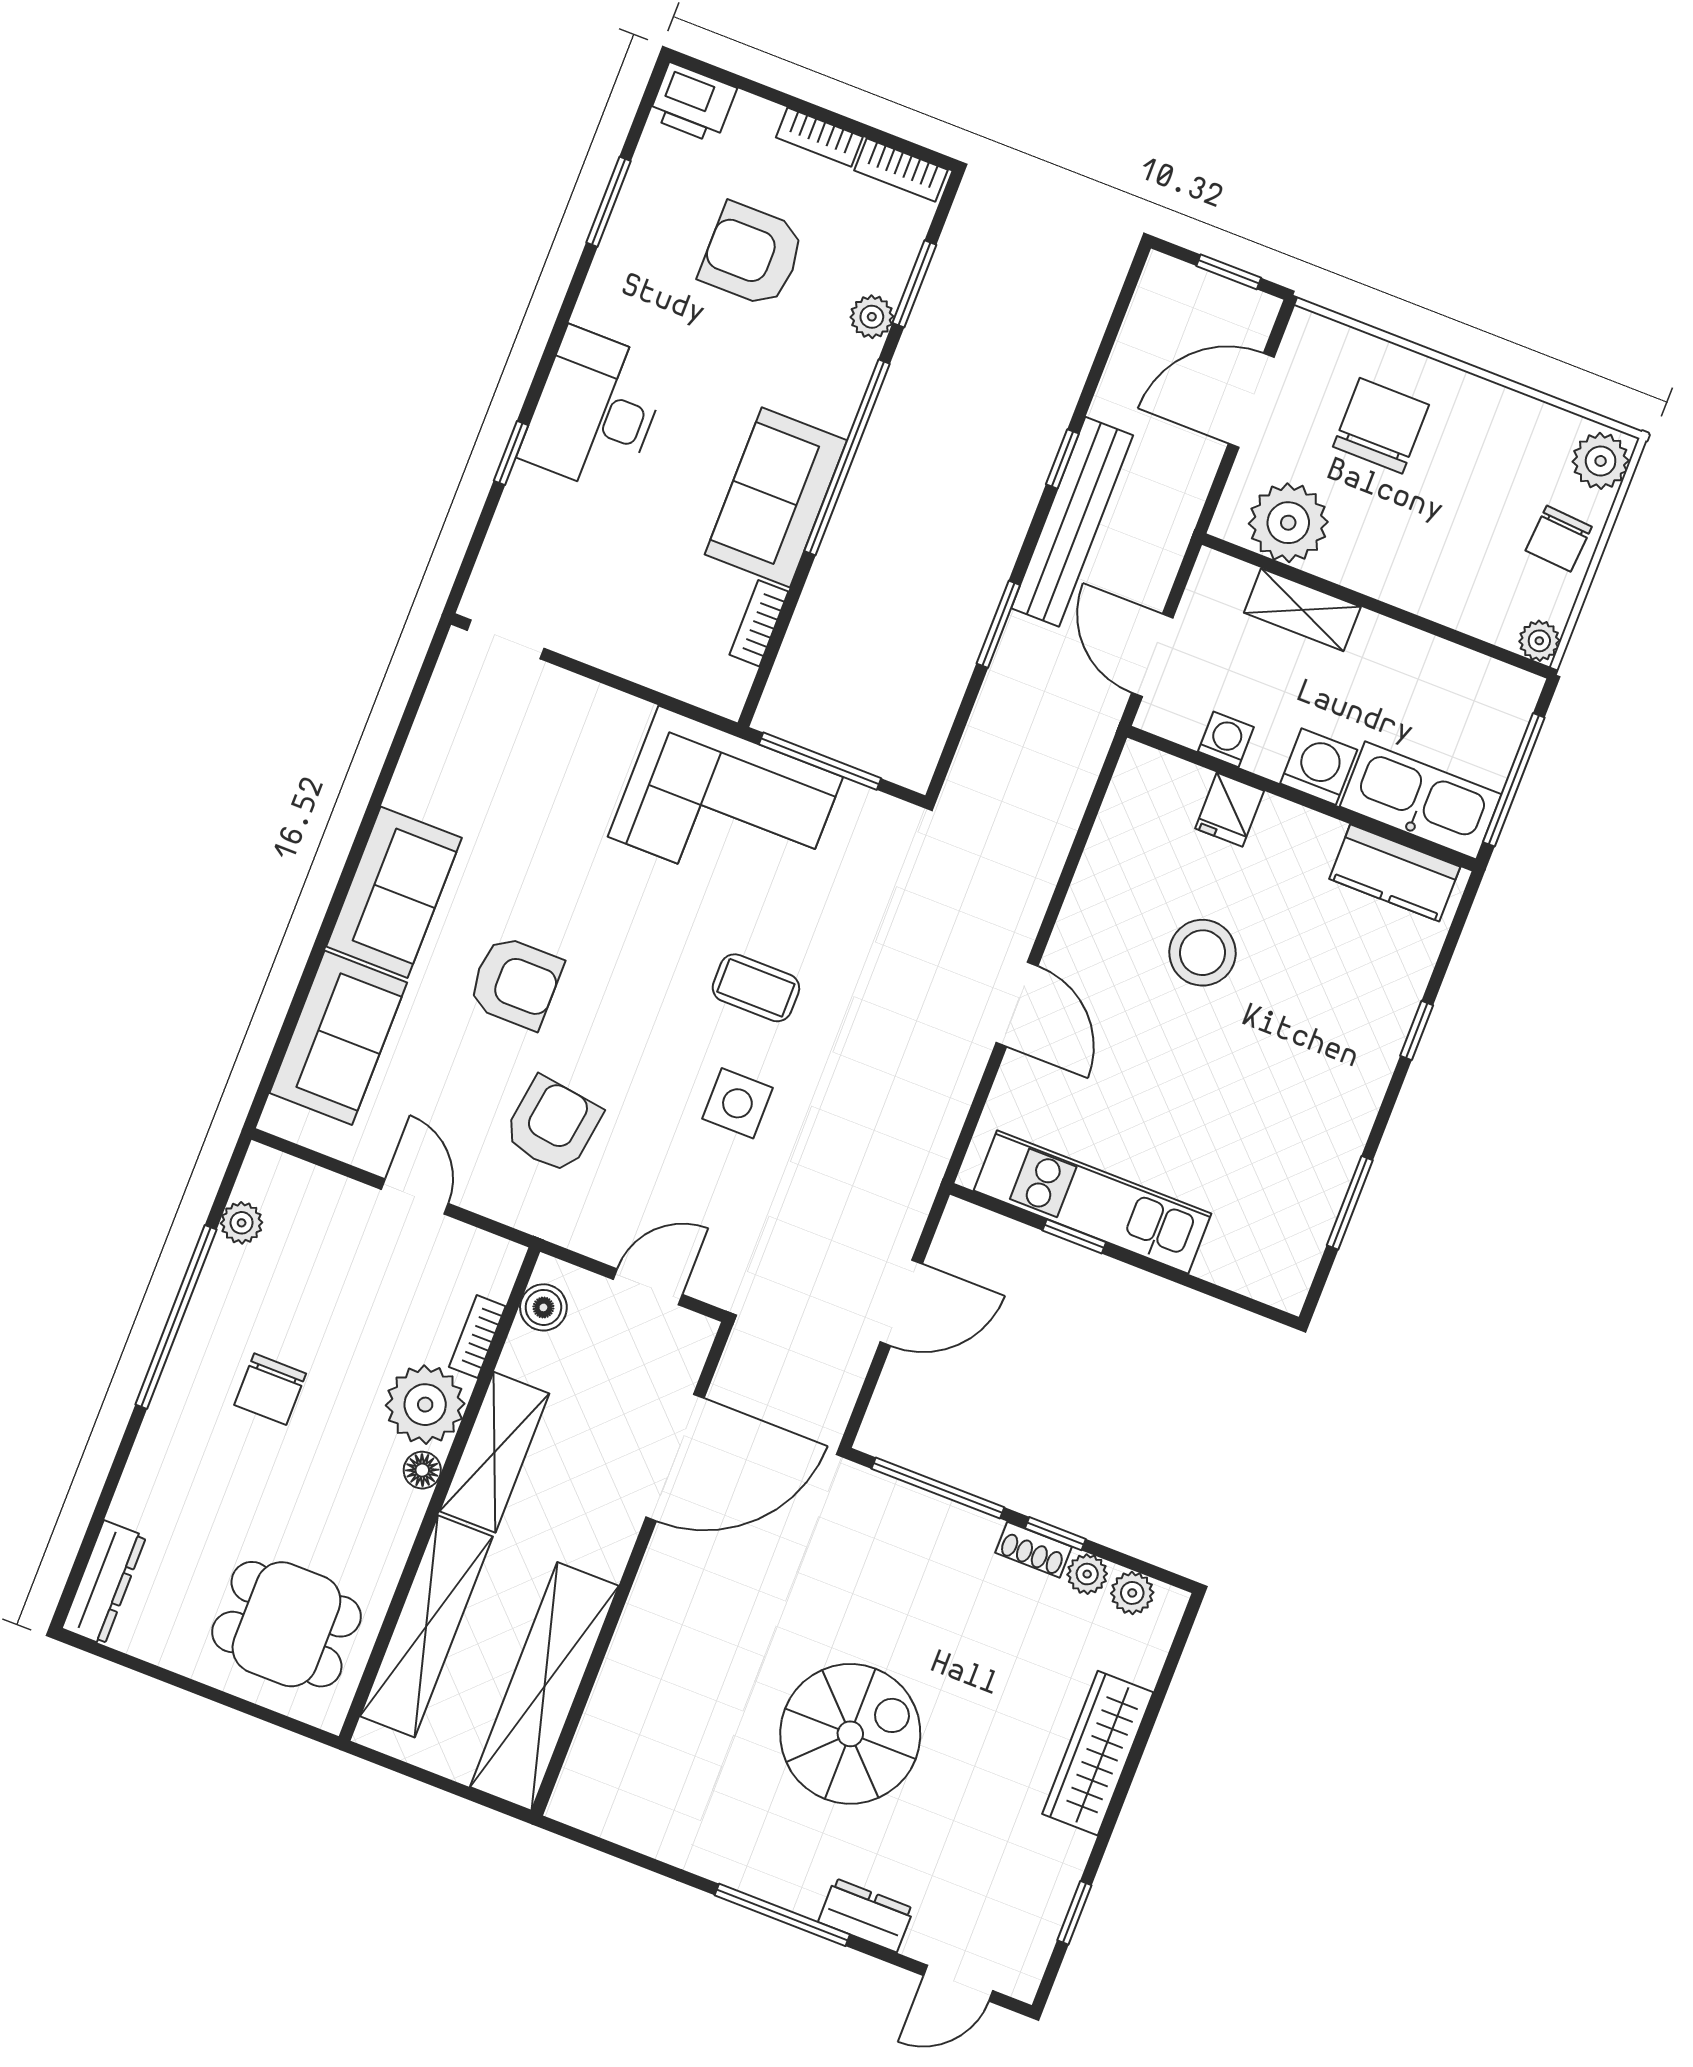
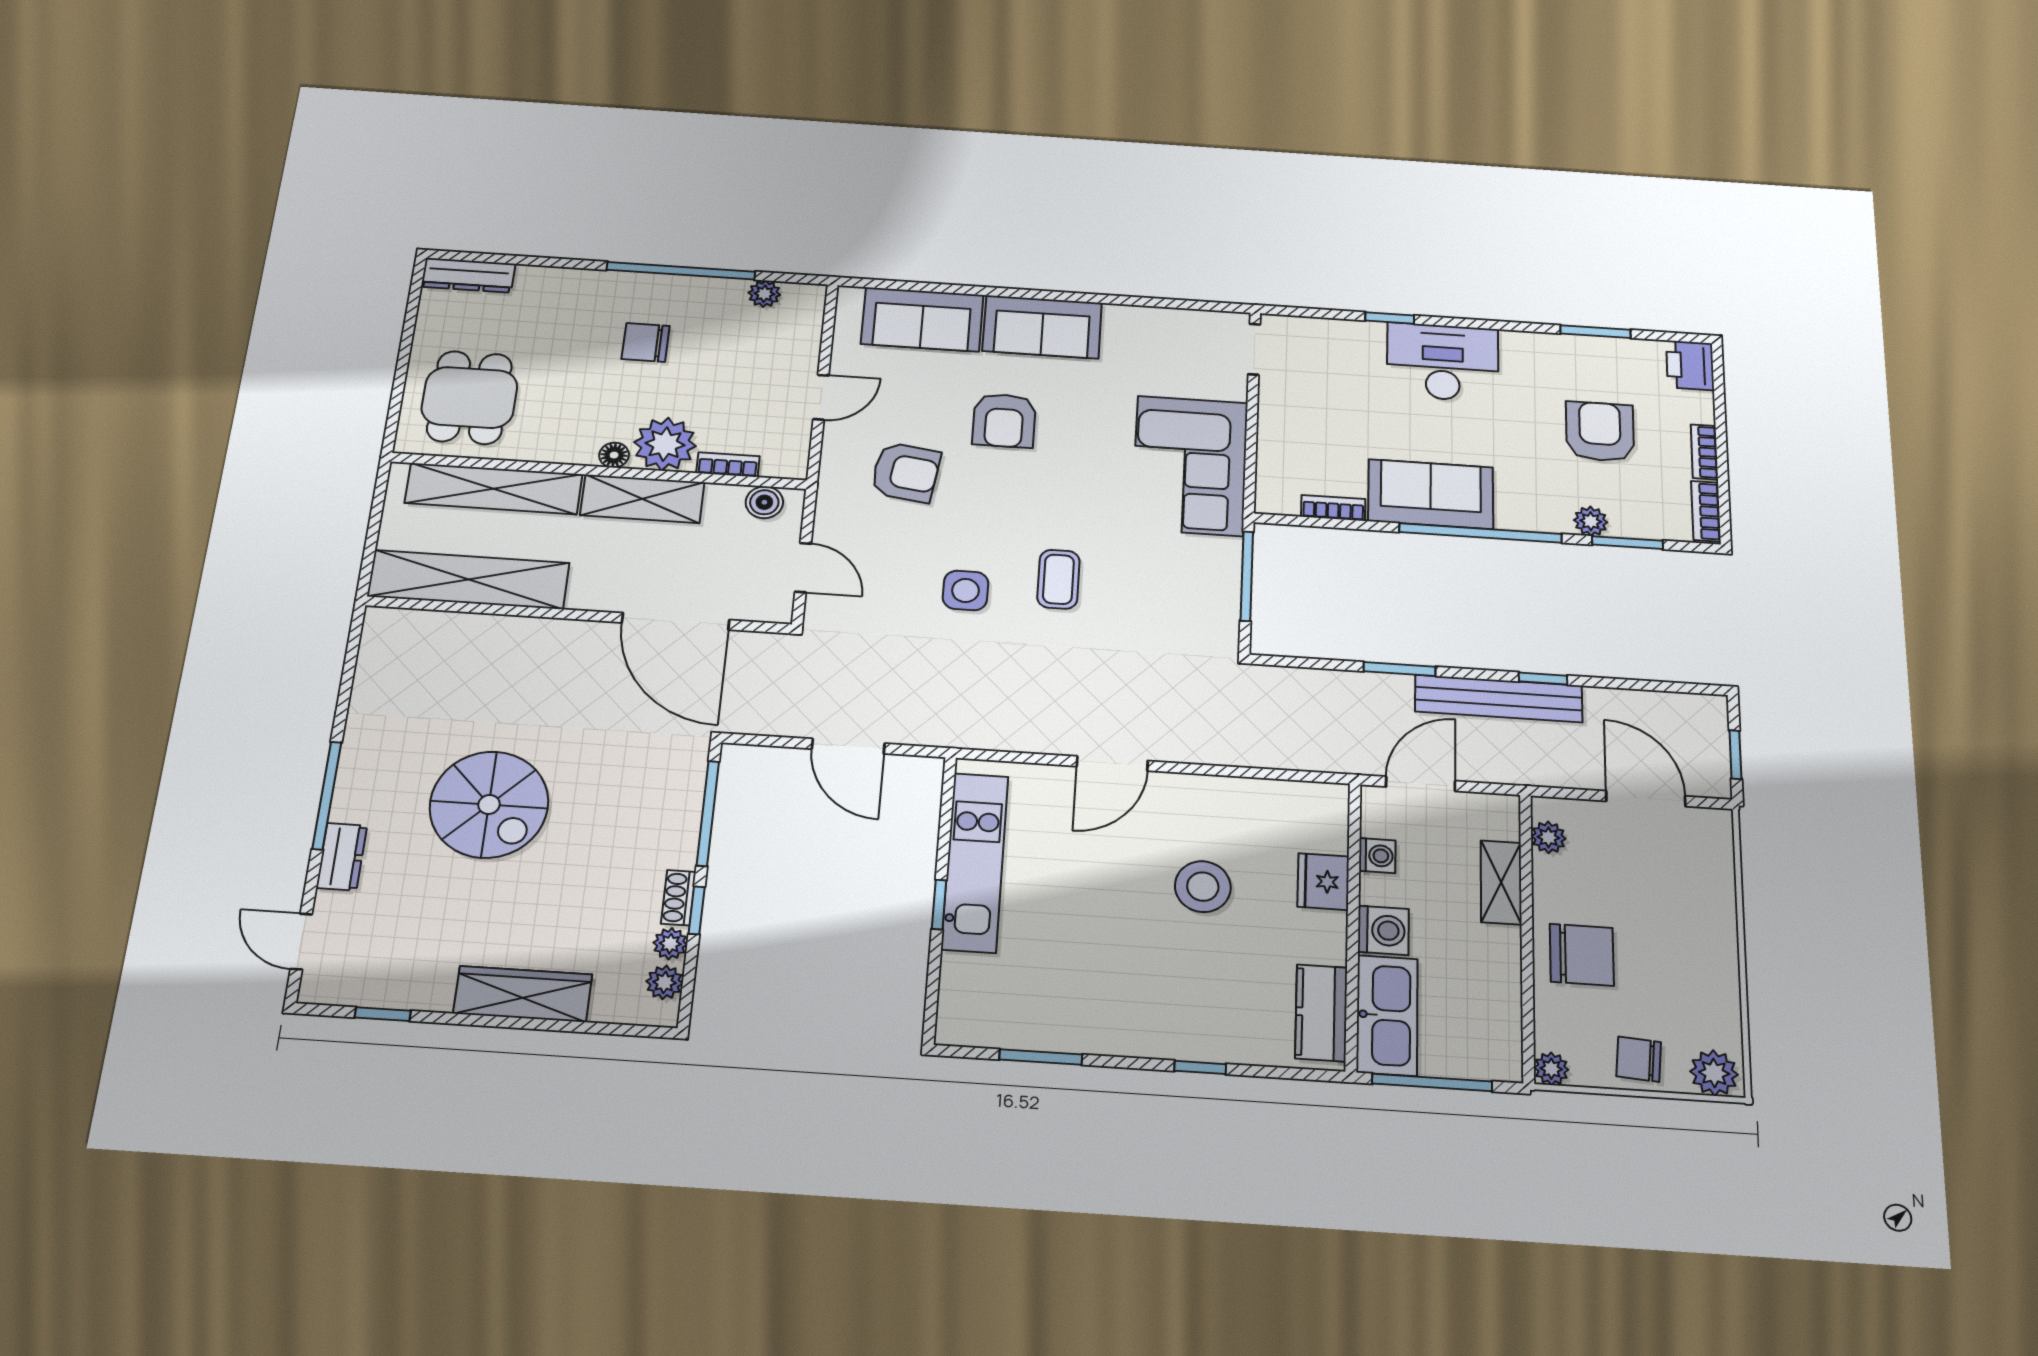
chair: (1381, 426) -> (1582, 955), moved
plant: (1288, 523) -> (1548, 837), width x0.53, depth x0.53
corner sofa: (725, 807) -> (1190, 465), moved
fridge: (1230, 810) -> (1323, 882), width x1.38
window: (1074, 1236) -> (939, 905), moved

